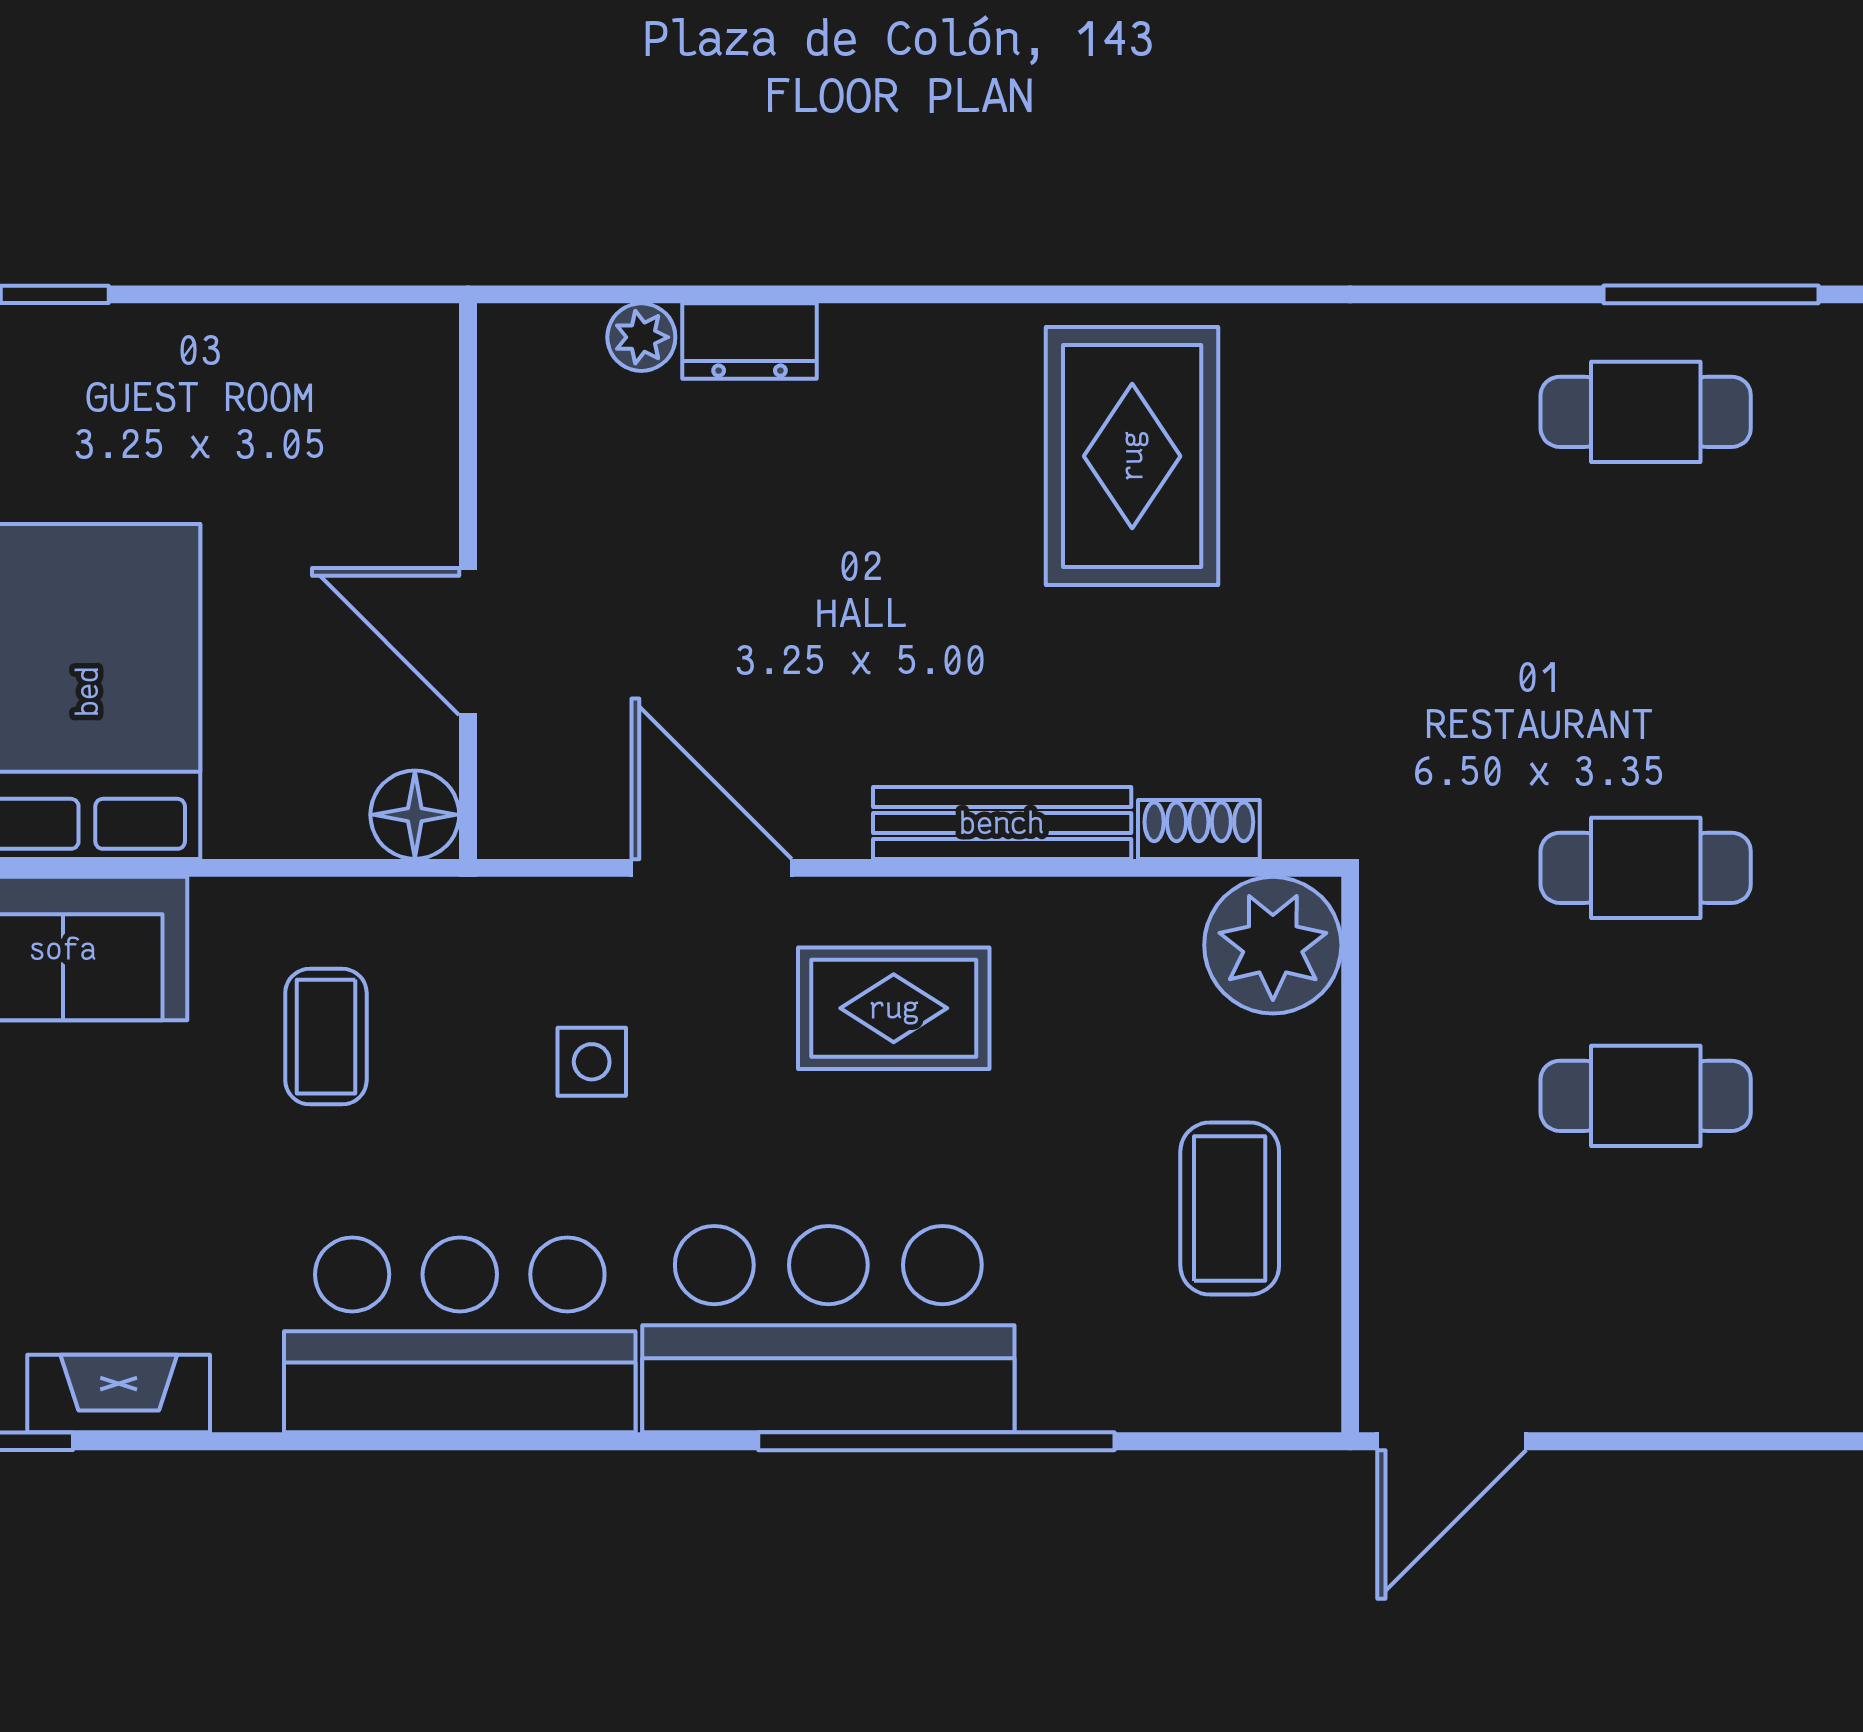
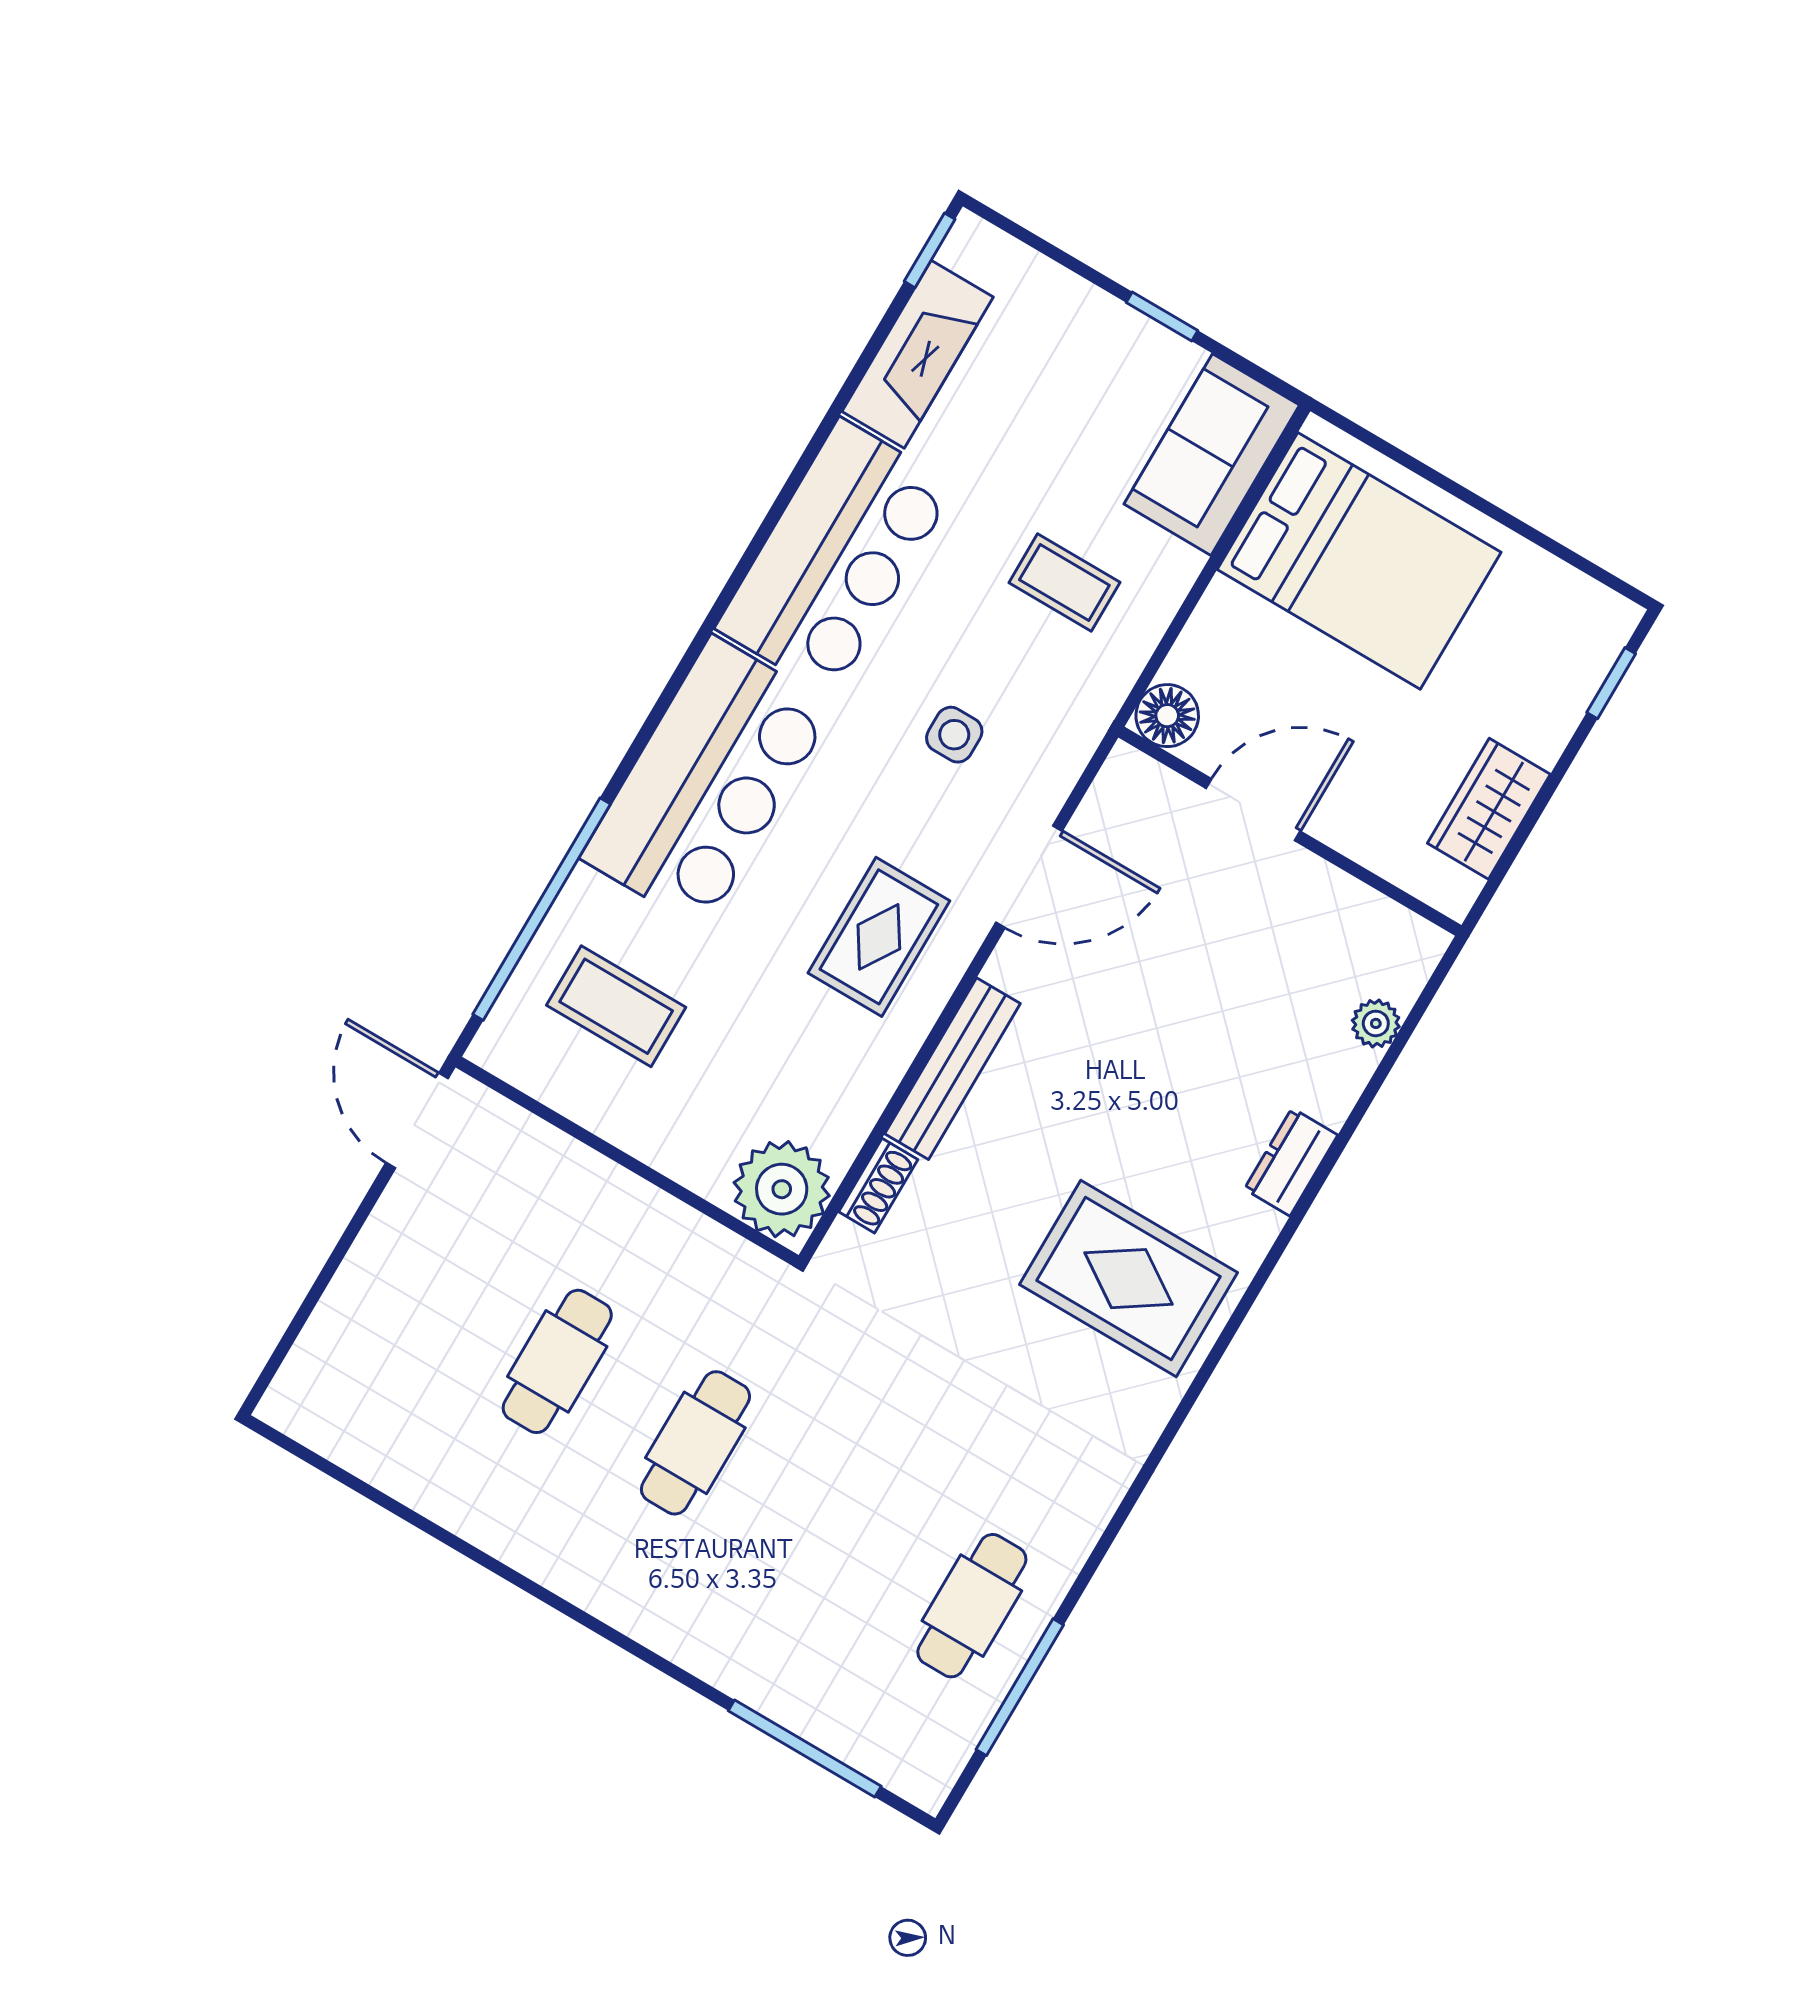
dresser: (750, 341) -> (1291, 1162), moved
wardrobe: (297, 354) -> (1489, 809), added
coffee table: (1230, 1209) -> (616, 1006), moved
fireplace: (119, 1394) -> (918, 354), width x1.37, depth x1.32
window: (936, 1441) -> (542, 909), moved

